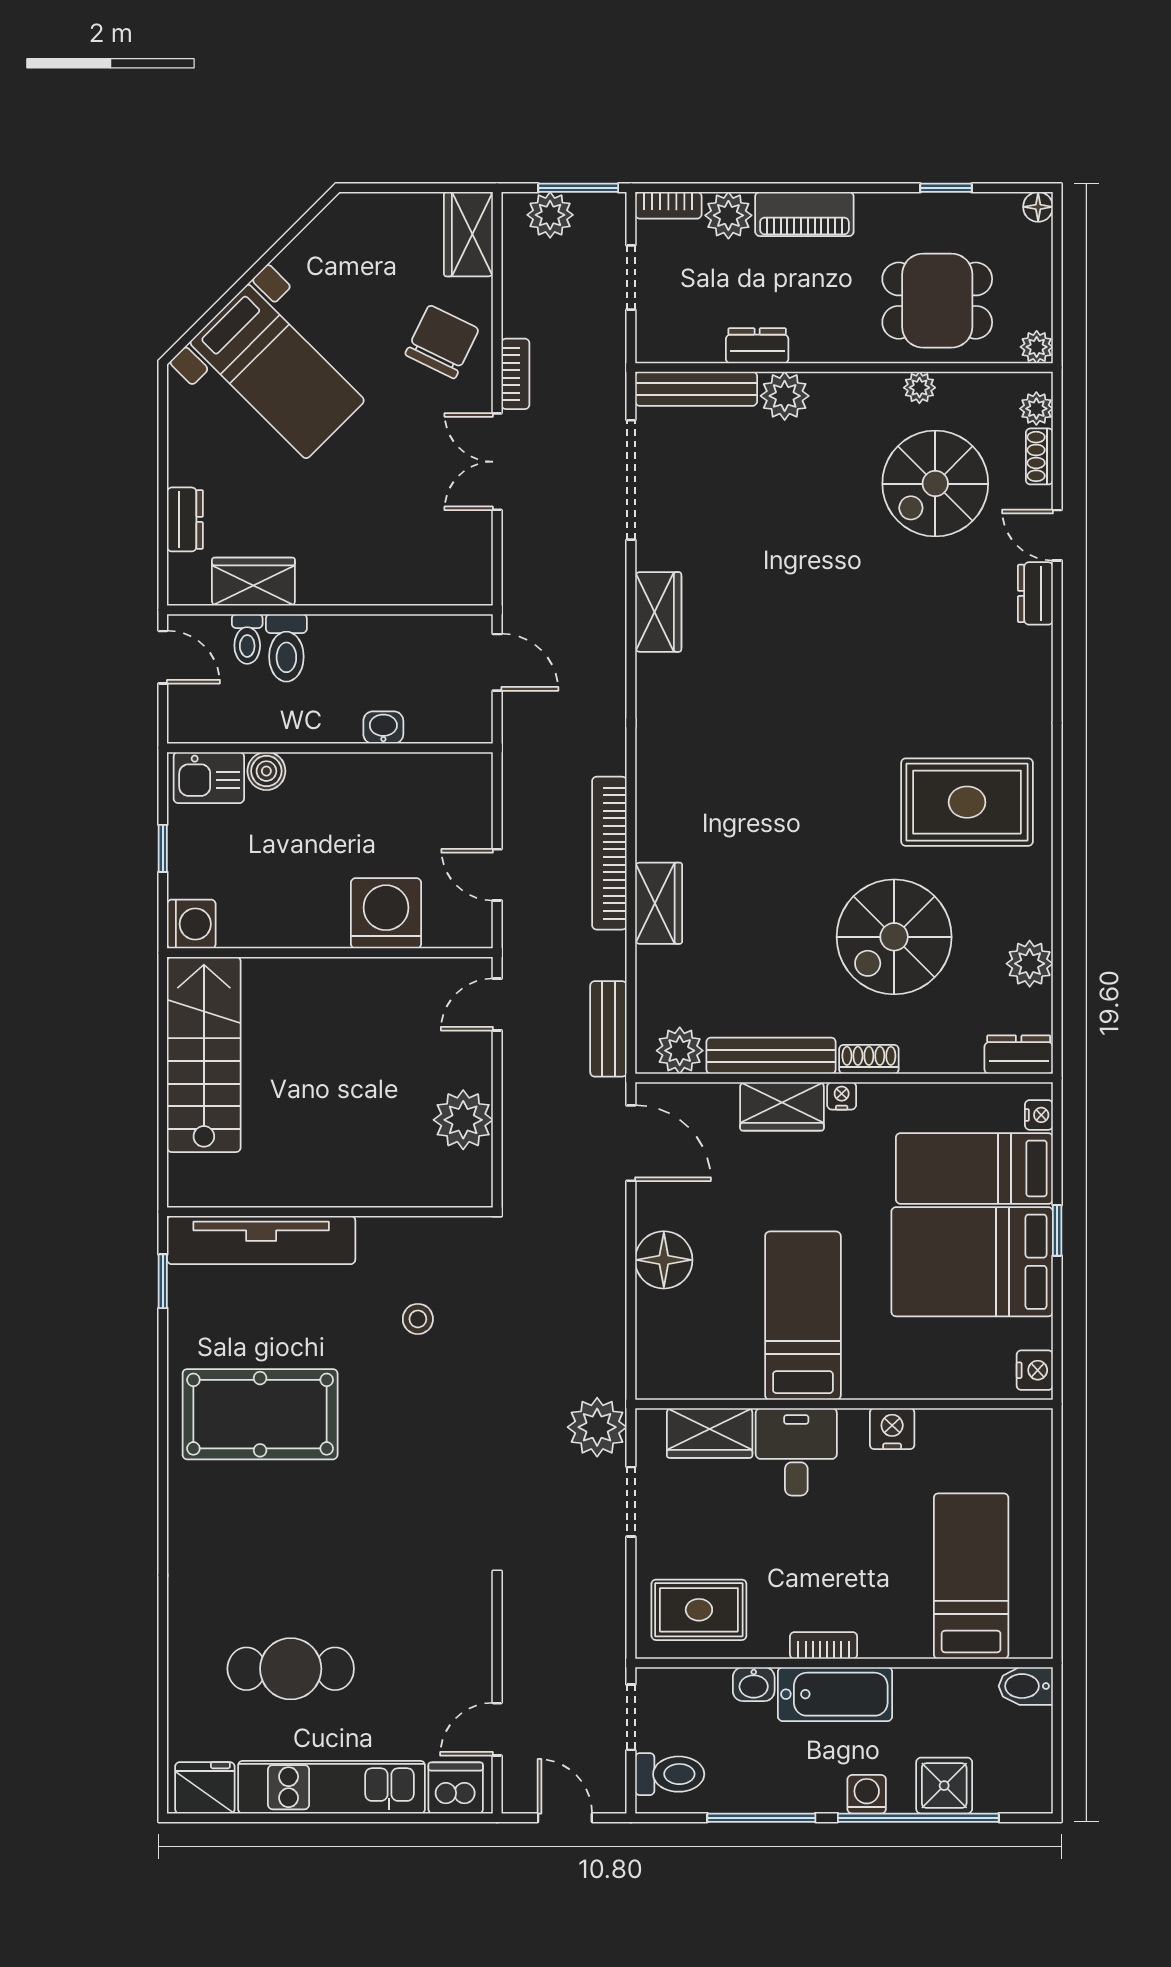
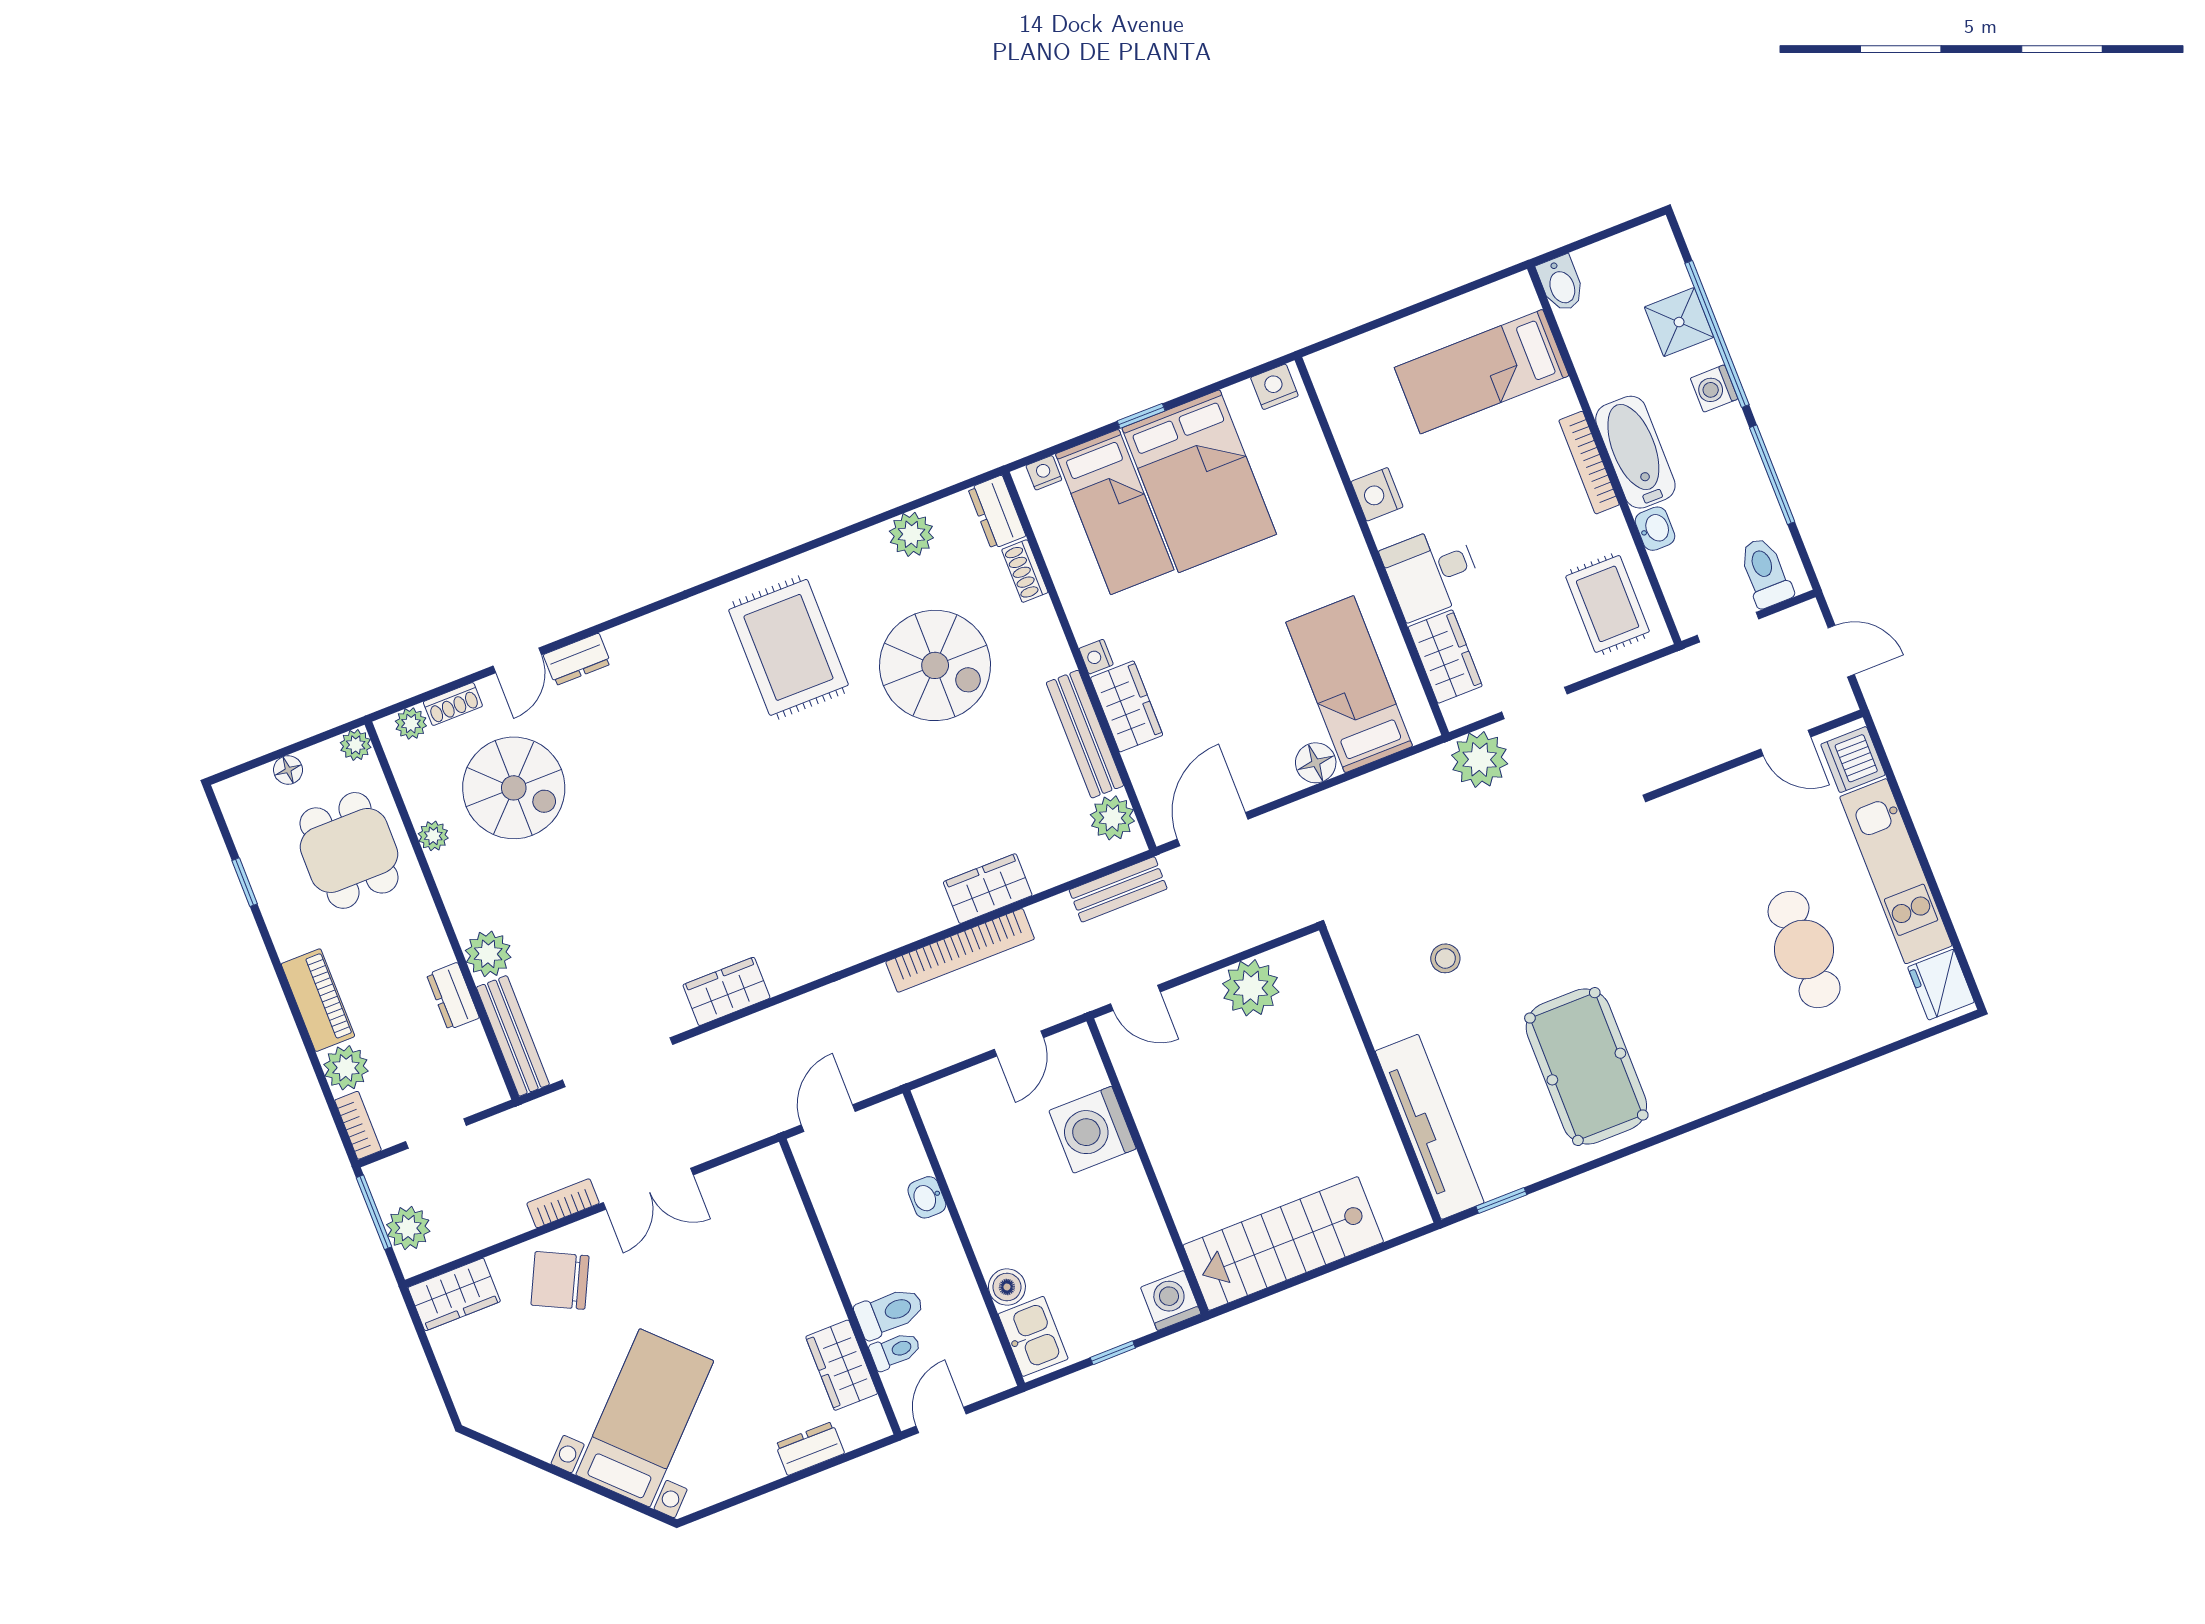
floor lamp: (1038, 207) -> (288, 770), moved
shoe rack: (869, 1059) -> (1025, 571), moved
floor lamp: (664, 1260) -> (1316, 763), width x0.73, depth x0.73
bed: (803, 1316) -> (1349, 684), moved, turned 90
bookcase: (824, 1645) -> (1589, 463), width x1.56
door: (565, 1818) -> (1841, 651), swing flipped

